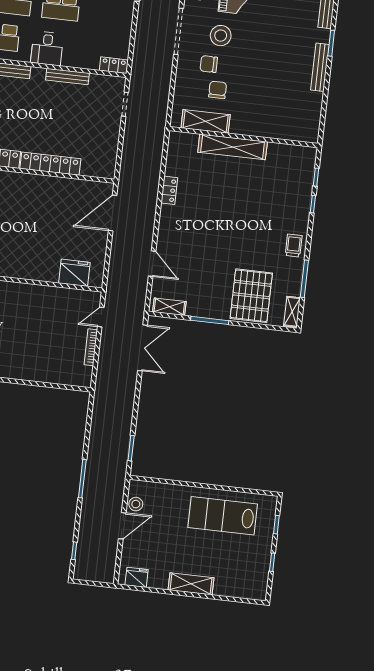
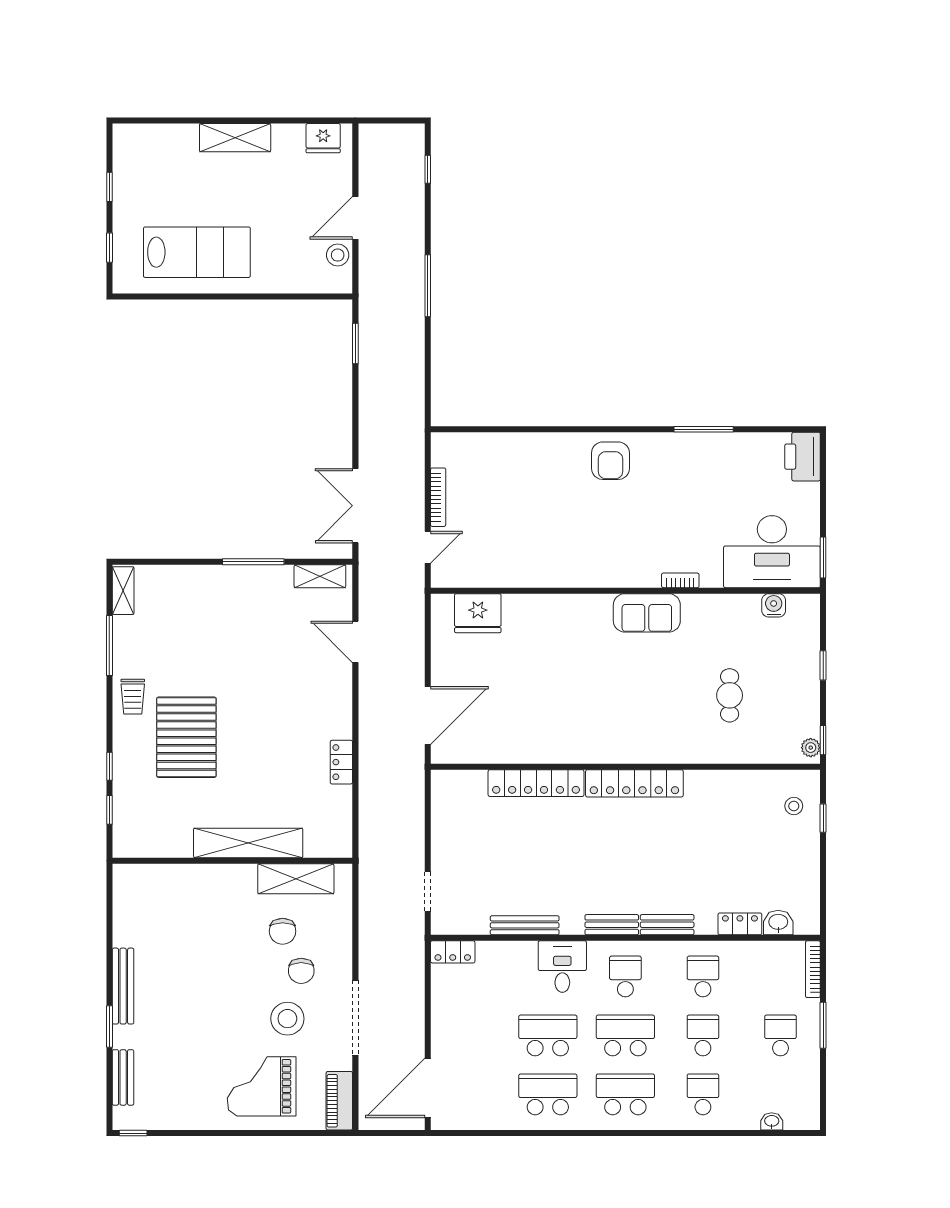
chair: (209, 64) -> (301, 971), turned 90
pallet: (251, 296) -> (186, 737), moved

